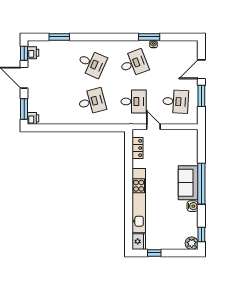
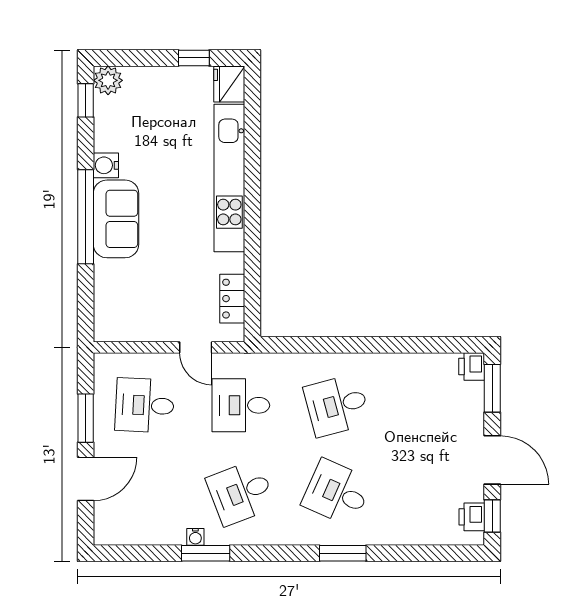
window: (59, 37) -> (343, 553), moved

